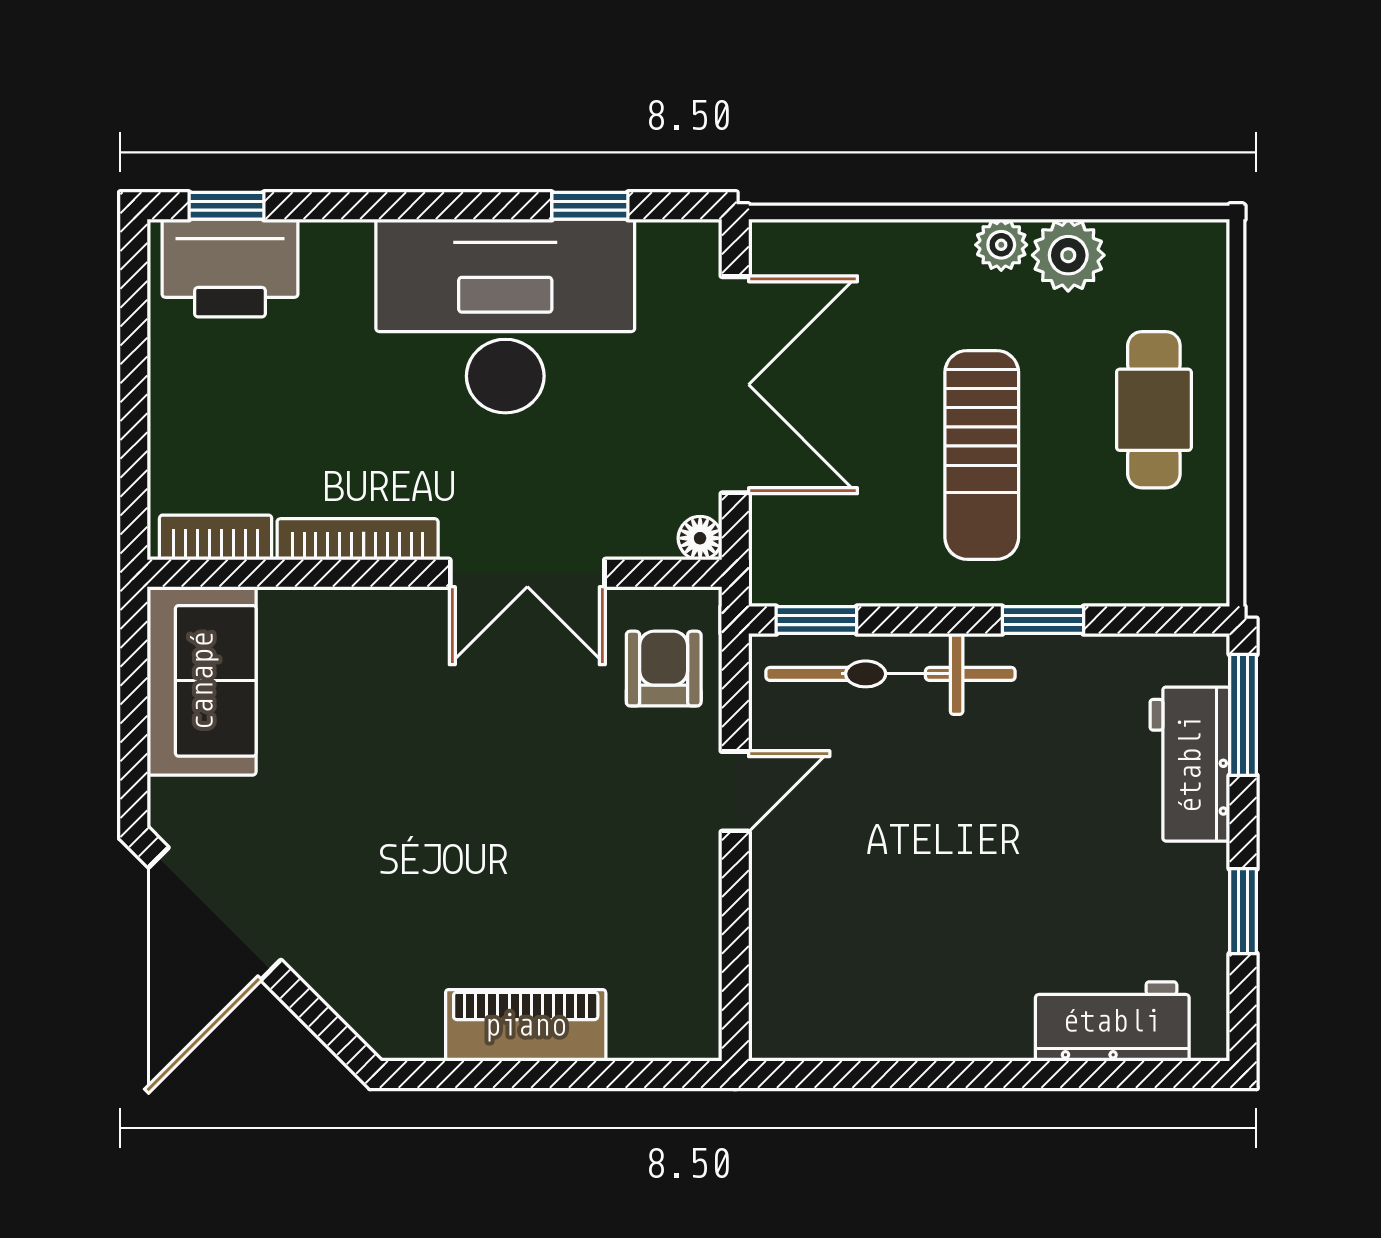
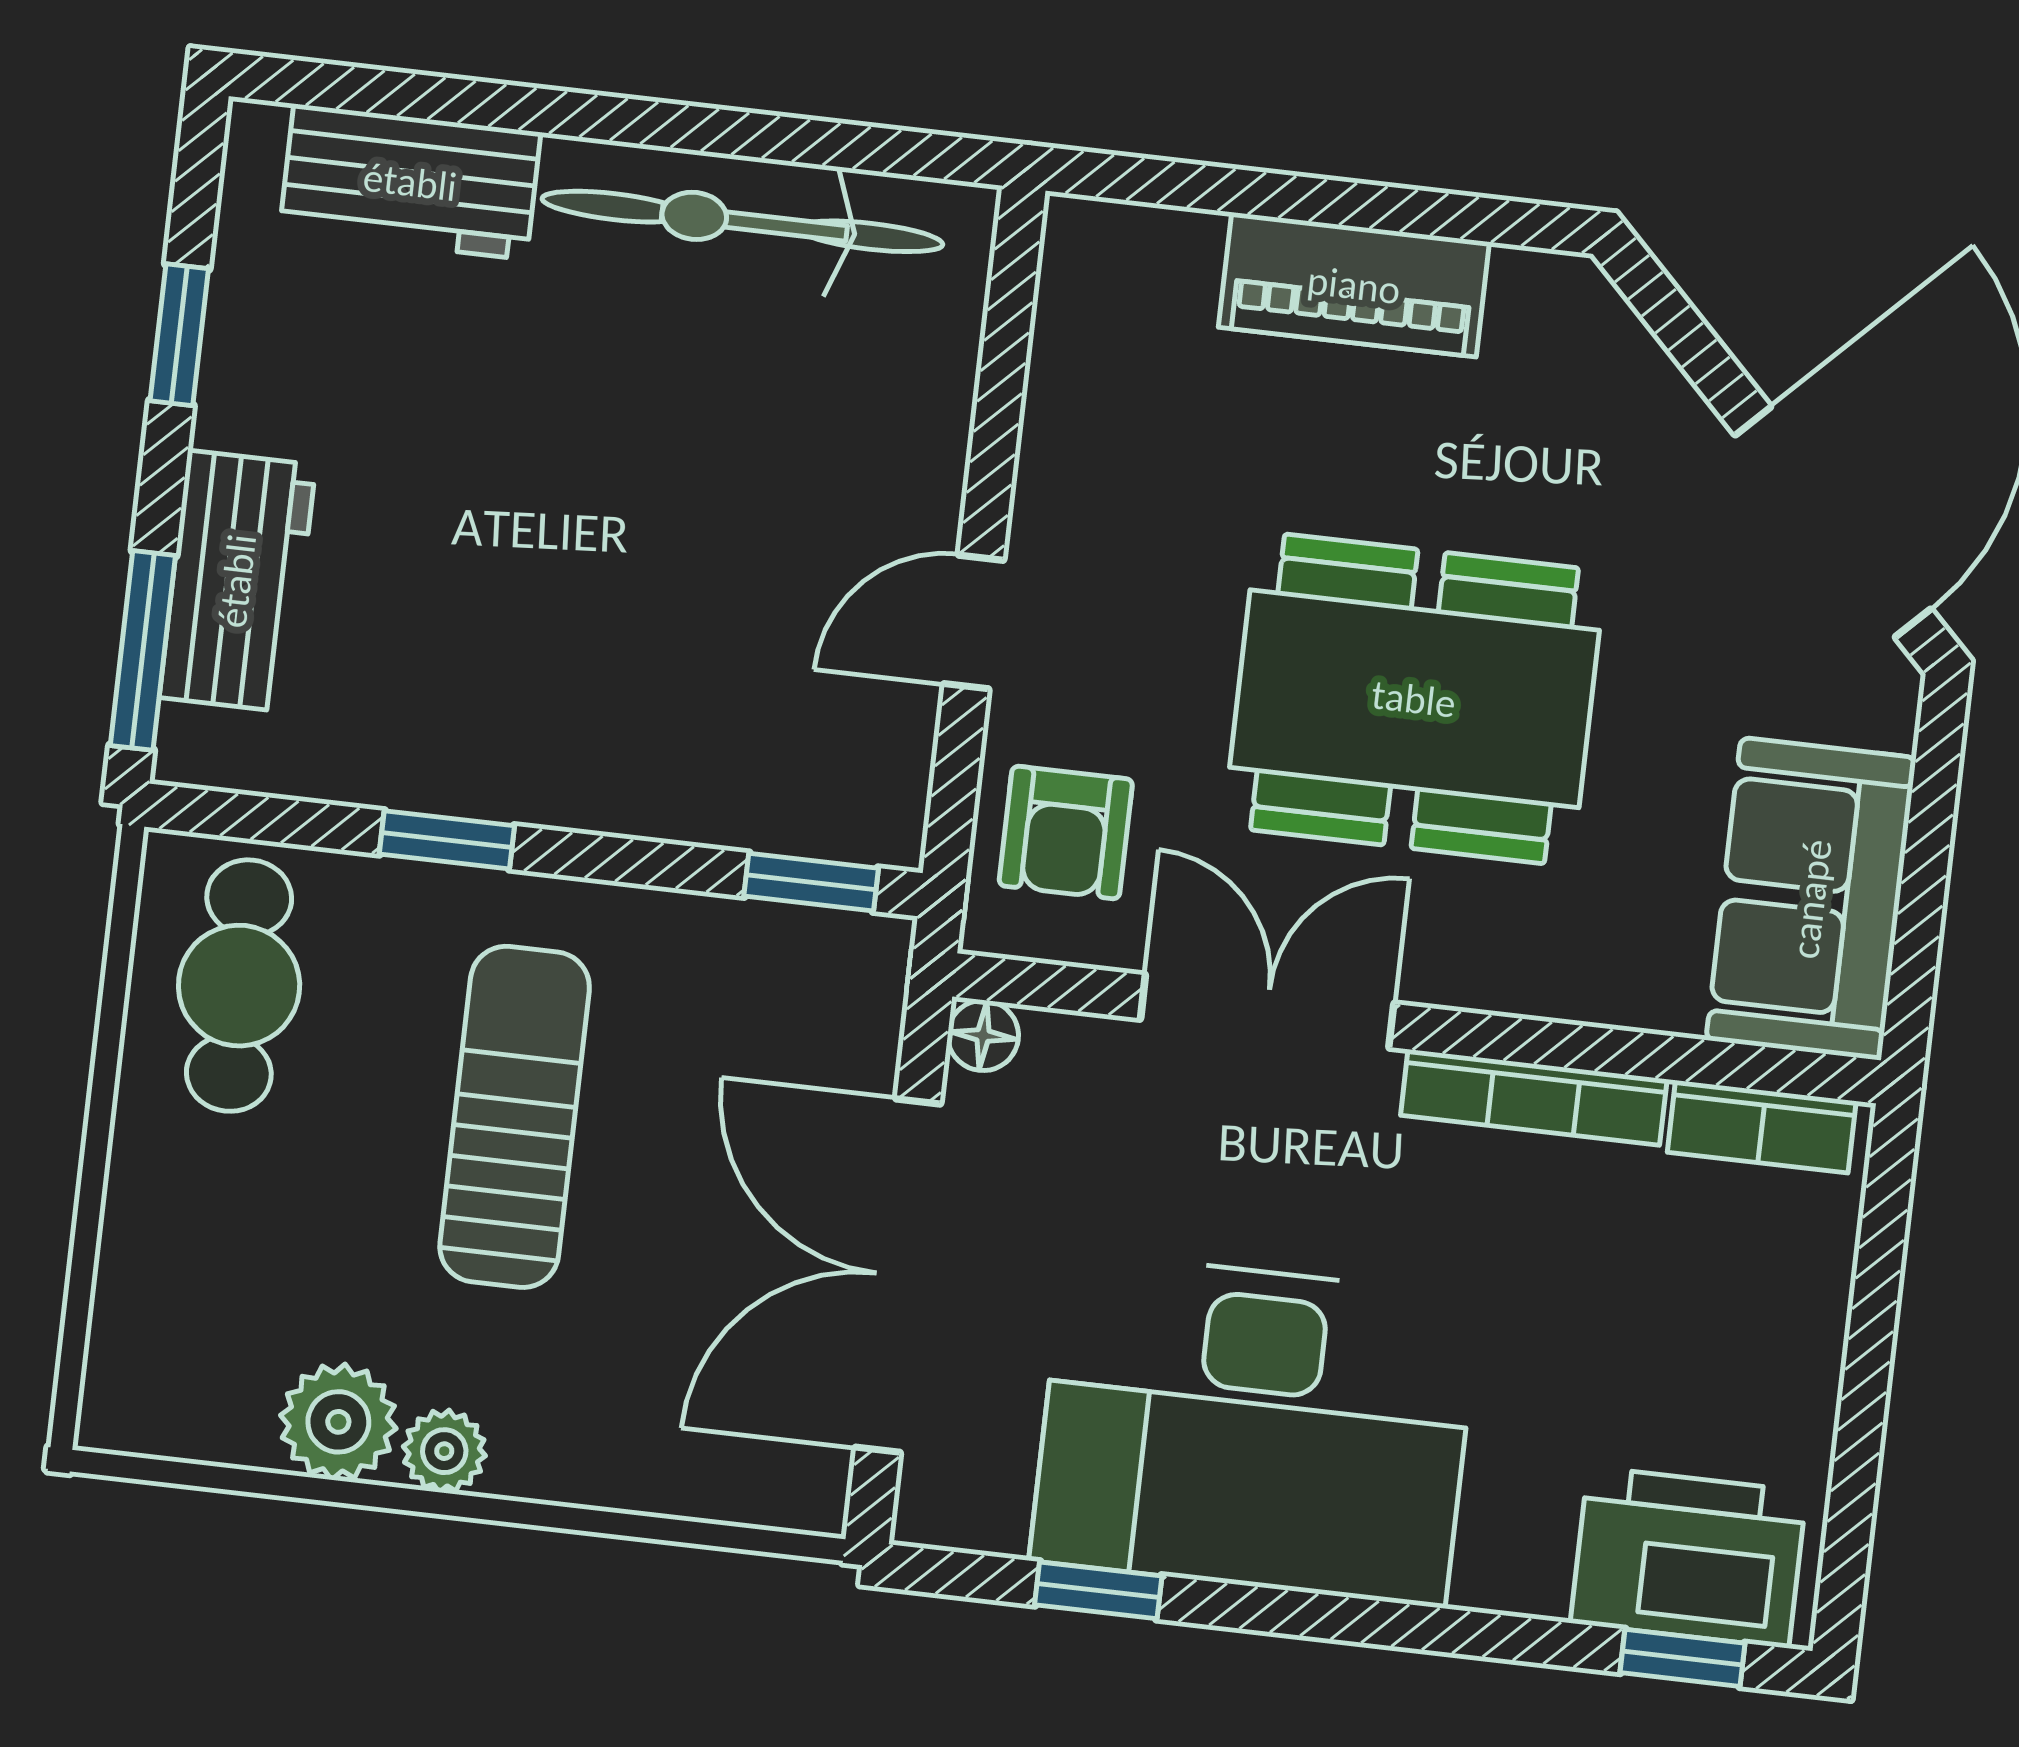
cafe table: (1154, 410) -> (239, 986), moved
bicycle: (891, 674) -> (742, 221), moved, turned 180
dining table: (459, 775) -> (1414, 699), added

